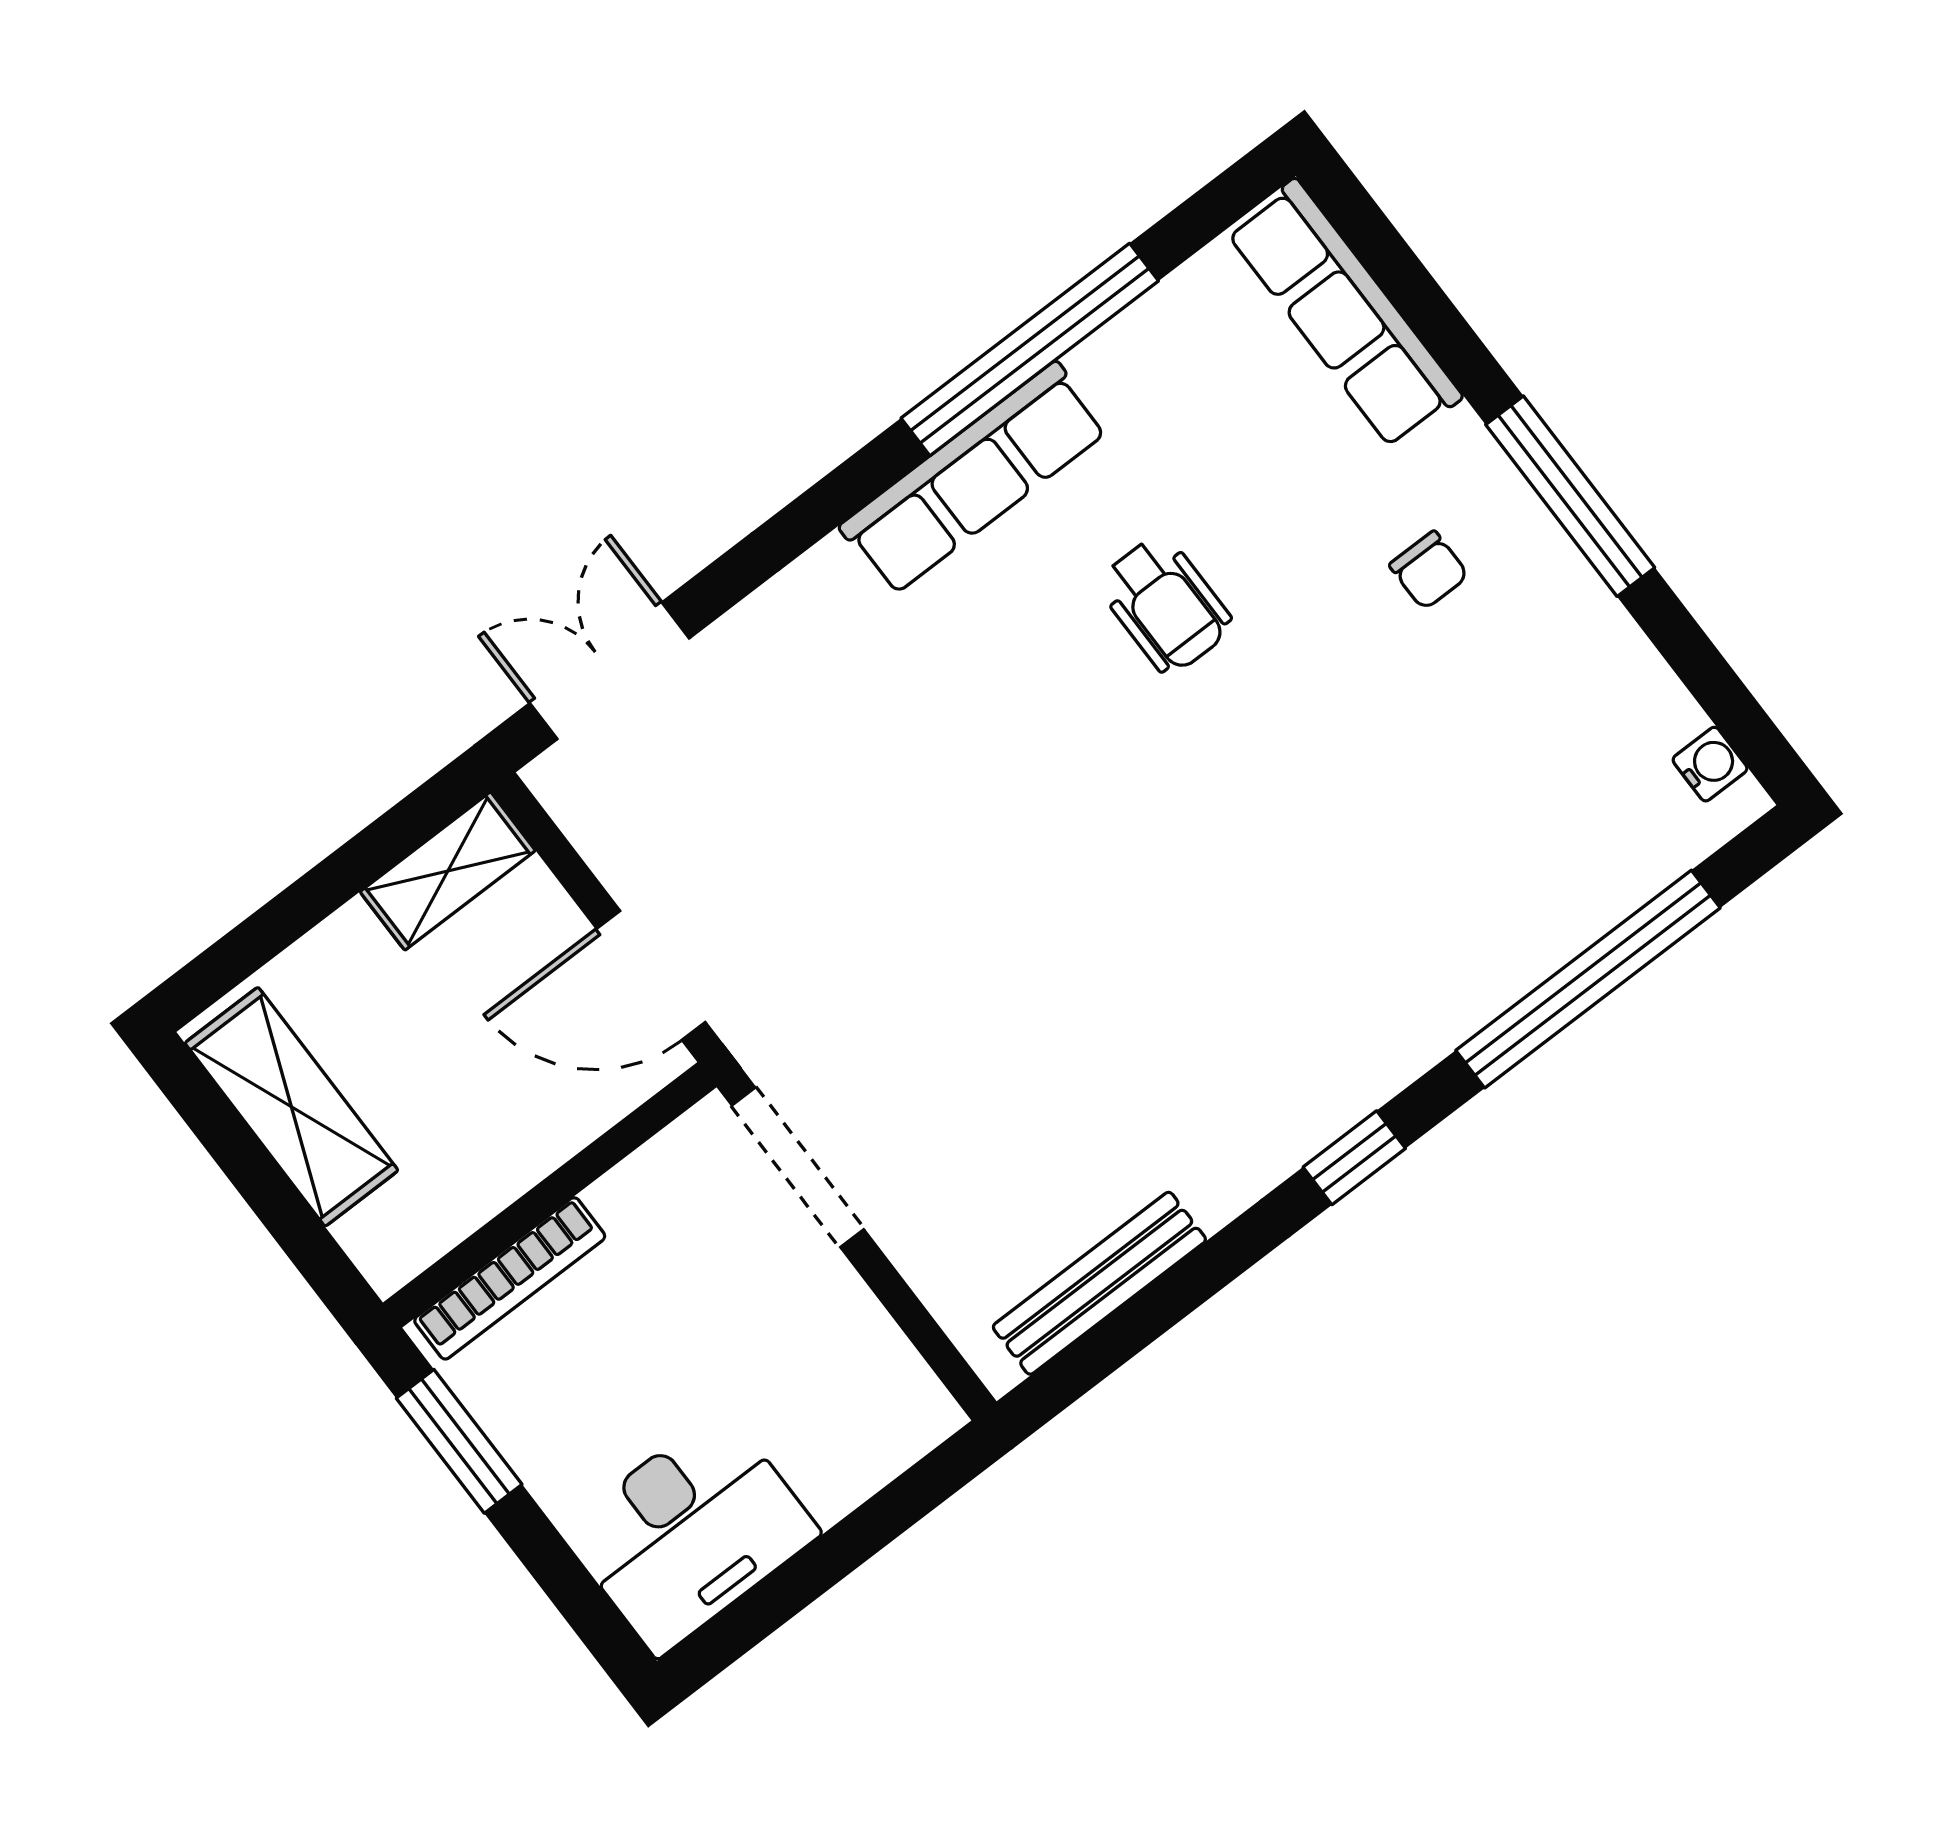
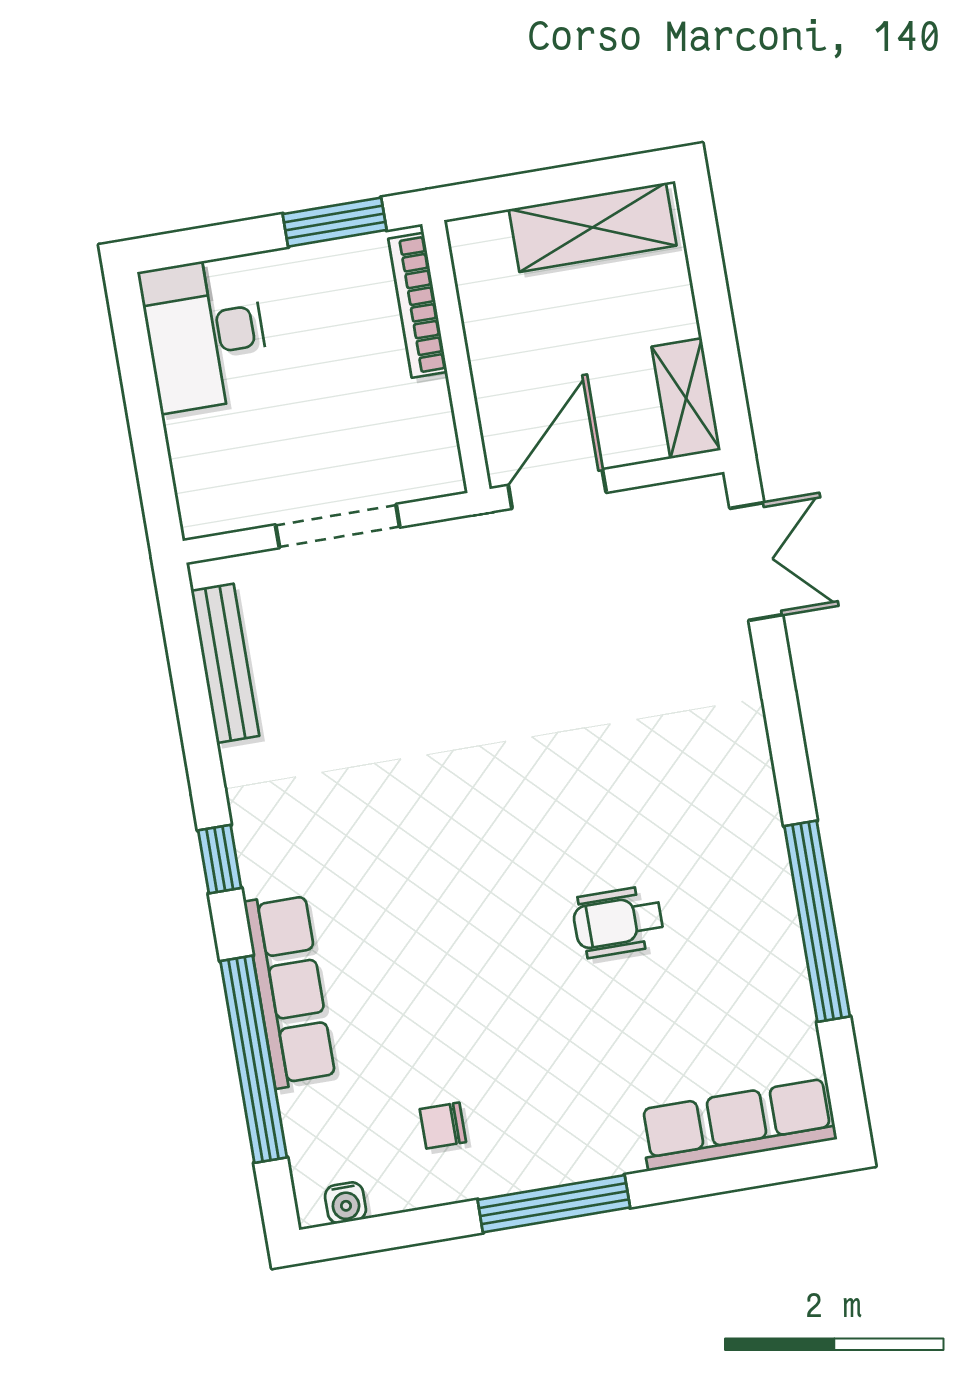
row of seats: (974, 478) -> (290, 990), moved, turned 180
chair: (1429, 570) -> (443, 1126), moved
doorway: (798, 1167) -> (338, 526), moved

